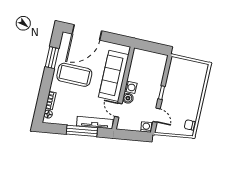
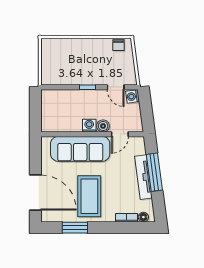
door: (157, 115) -> (116, 87), swing flipped
tv unit: (95, 123) -> (143, 177), moved

